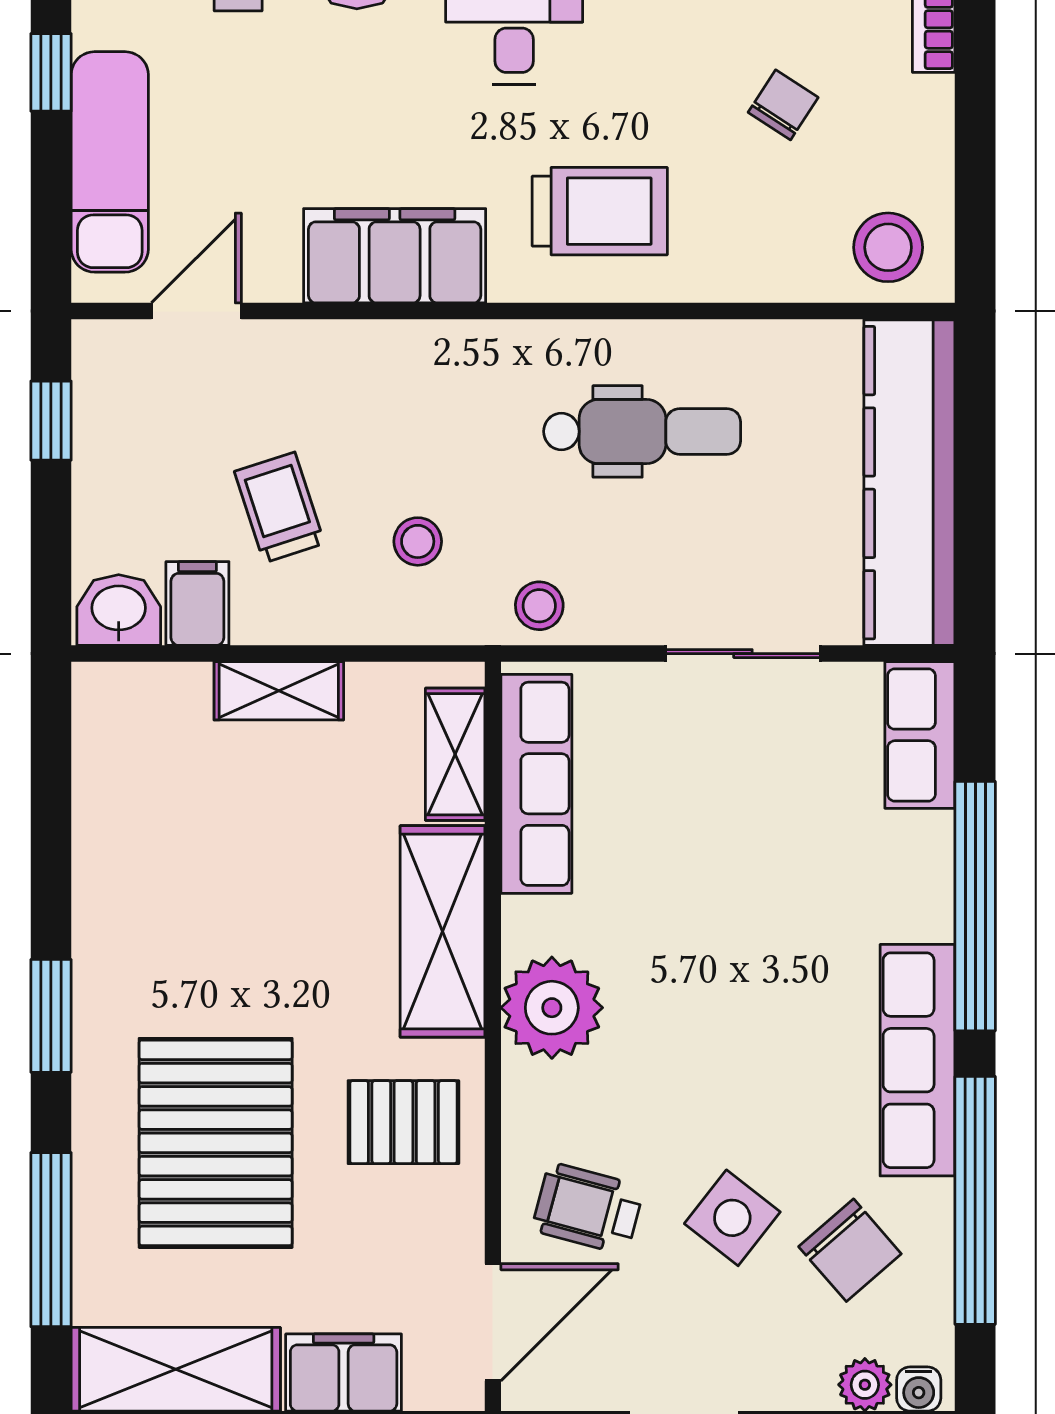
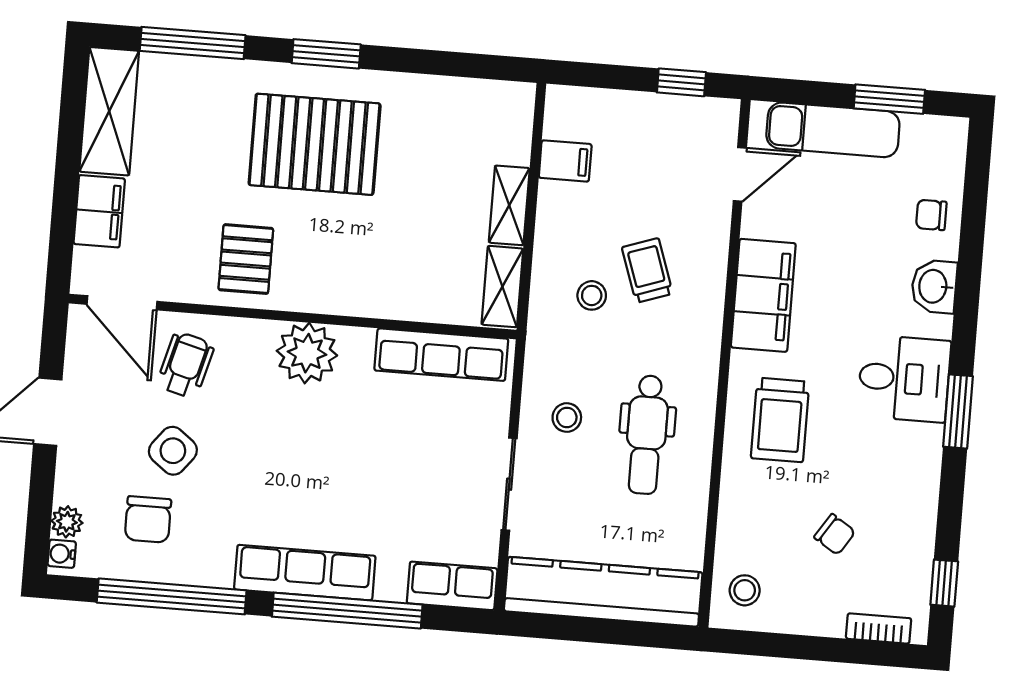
window: (51, 72) -> (889, 99), width x1.50
stool: (888, 247) -> (745, 590), width x0.73, depth x0.73
door: (196, 311) -> (740, 174), hinge flipped
trolley: (279, 507) -> (647, 270), moved, turned -91
stool: (539, 606) -> (567, 418), moved
washbasin: (119, 610) -> (565, 114), removed
shelving: (455, 754) -> (502, 287), moved, turned 90
shelving: (443, 931) -> (358, 292), removed
row of seats: (918, 1060) -> (305, 573), moved
pallet: (216, 1143) -> (315, 144), moved
chair: (850, 1250) -> (148, 519), turned -49

